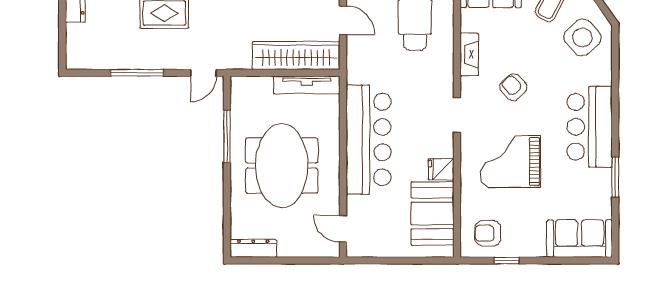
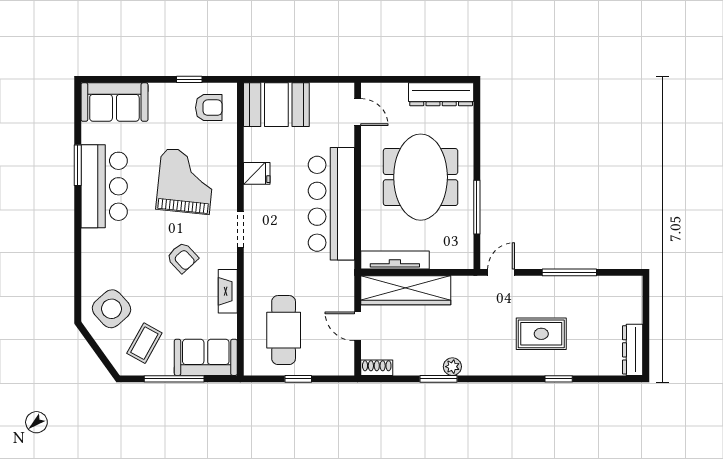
bar counter: (590, 127) -> (104, 186), moved
grand piano: (510, 161) -> (186, 181), turned -84
booth: (432, 213) -> (276, 105), moved, turned 90
dresser: (253, 248) -> (441, 94), width x1.37, depth x1.24

